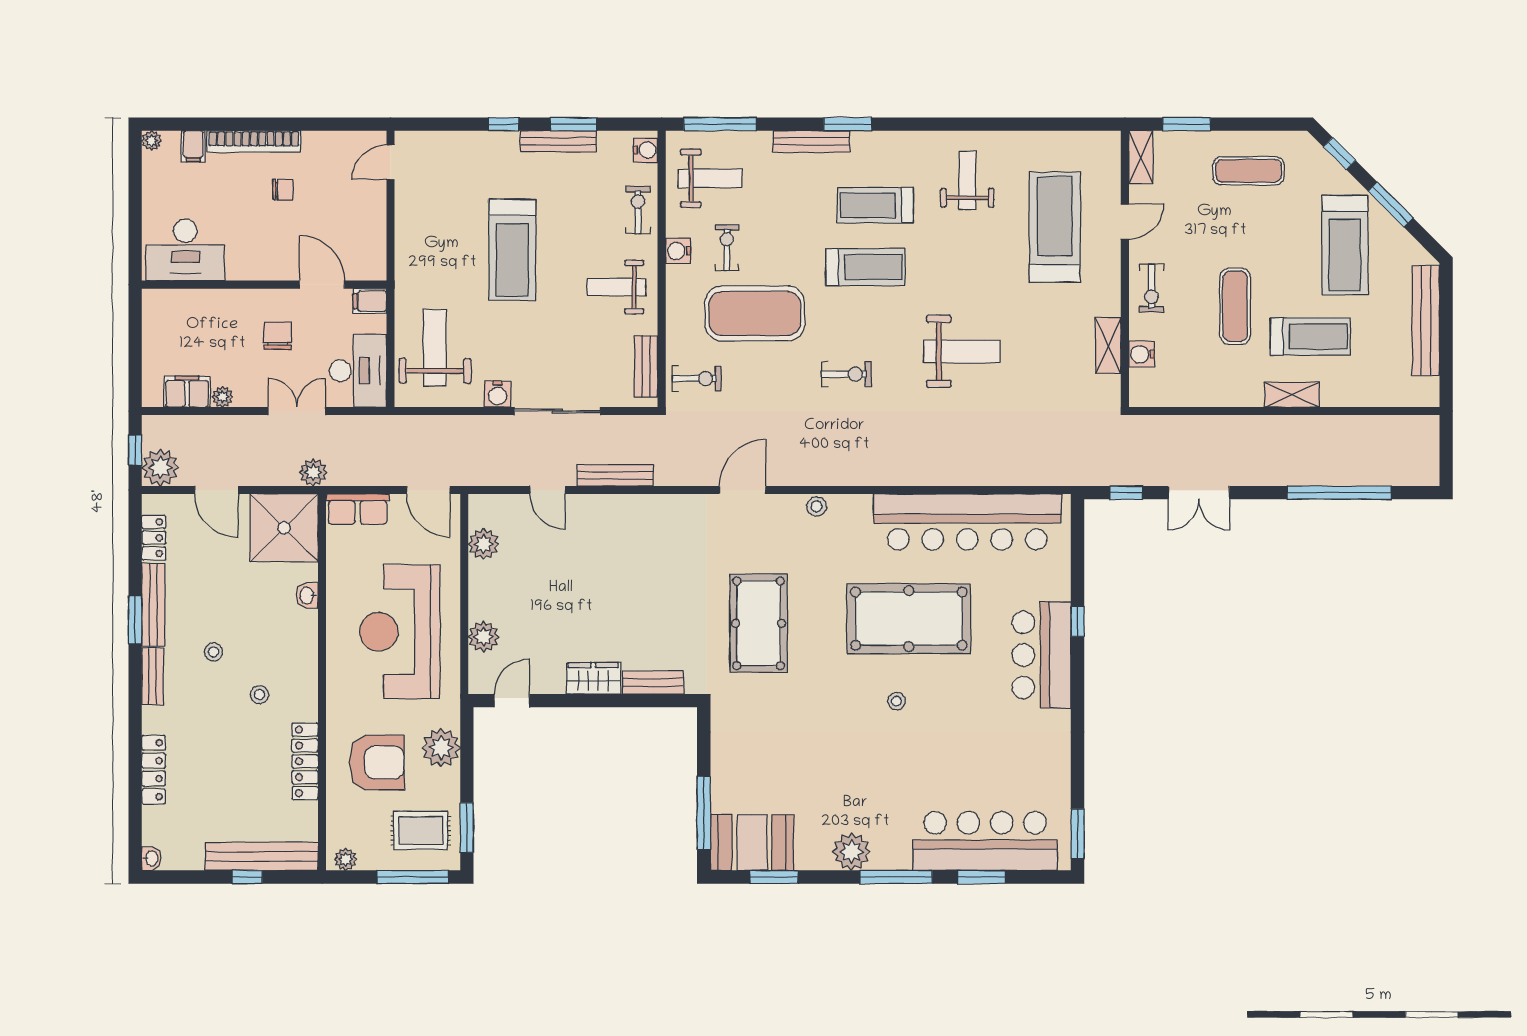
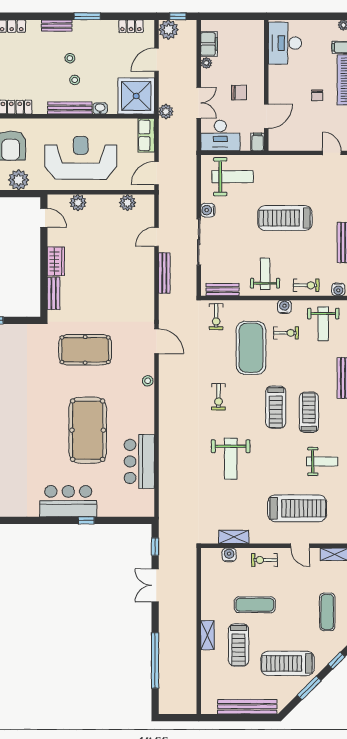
bar counter: (967, 522) -> (139, 461), width x0.54
bench: (153, 605) -> (70, 108), moved
stool: (259, 695) -> (75, 80), moved
stool: (897, 701) -> (44, 424), removed

